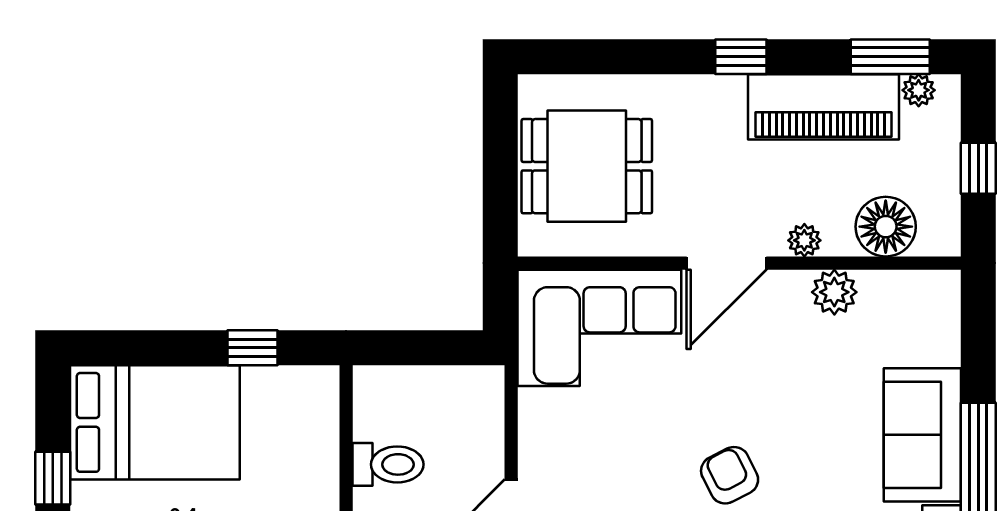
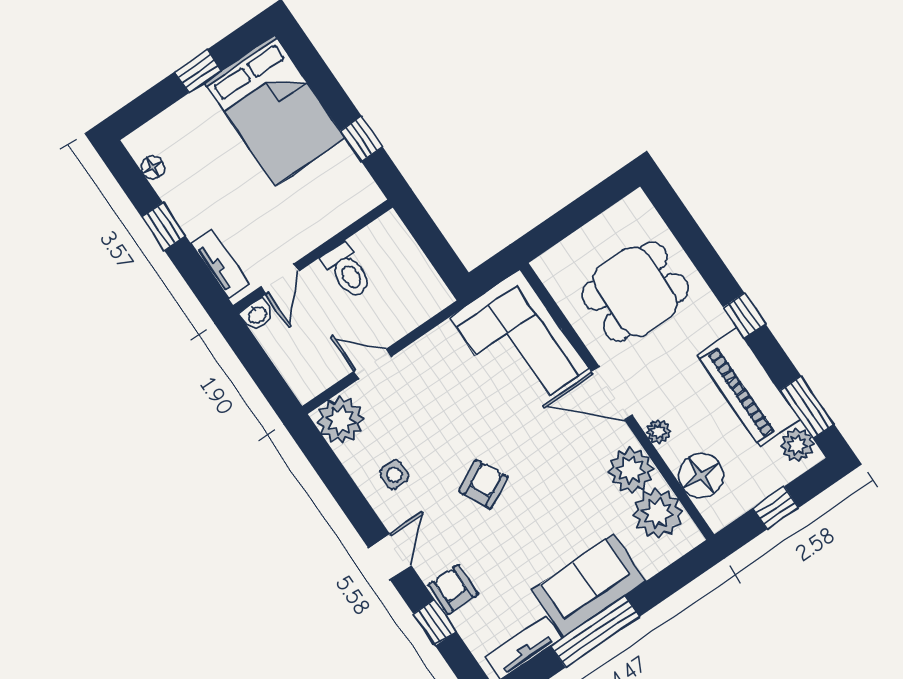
plant: (919, 90) -> (797, 445), width x1.38, depth x1.38
dining table: (587, 166) -> (635, 292), moved, turned 90
plant: (834, 292) -> (631, 470), width x1.36, depth x1.36
plant: (894, 304) -> (658, 513), added

